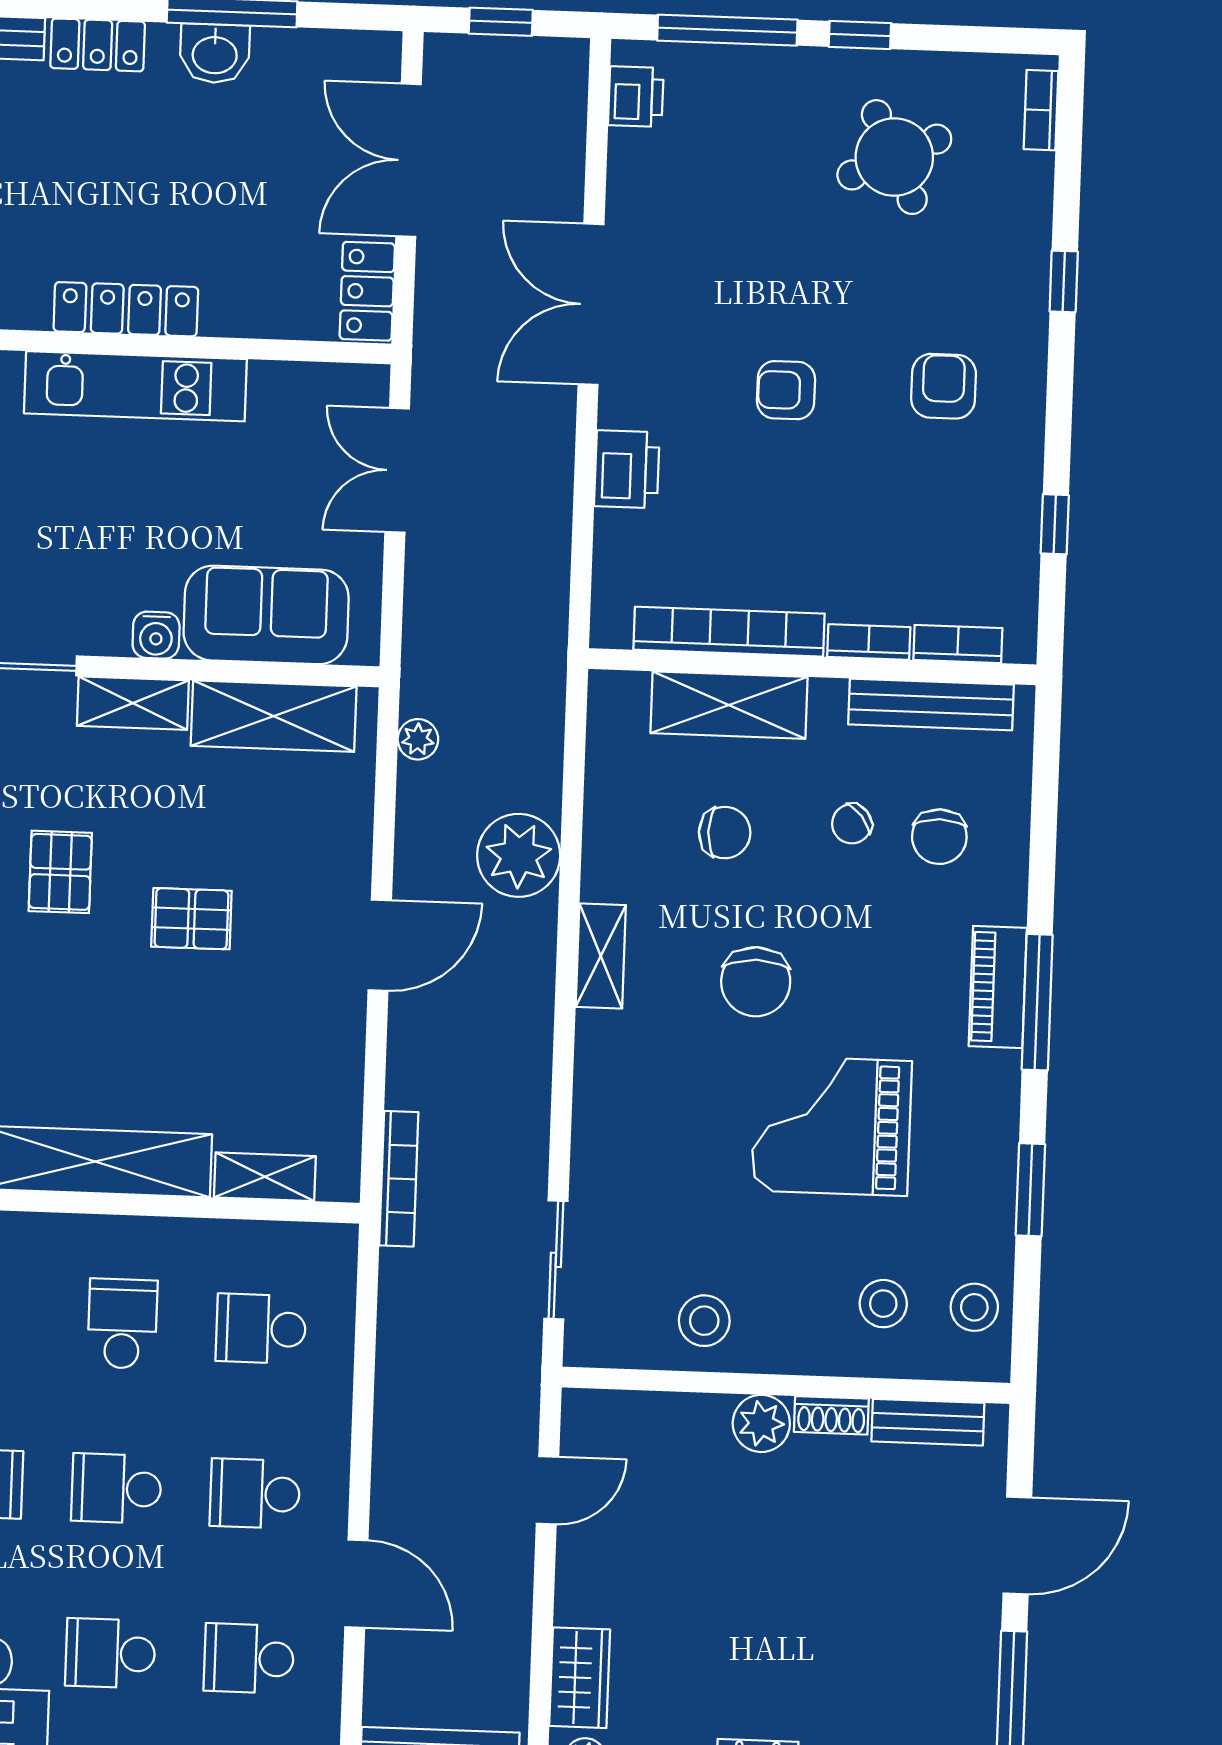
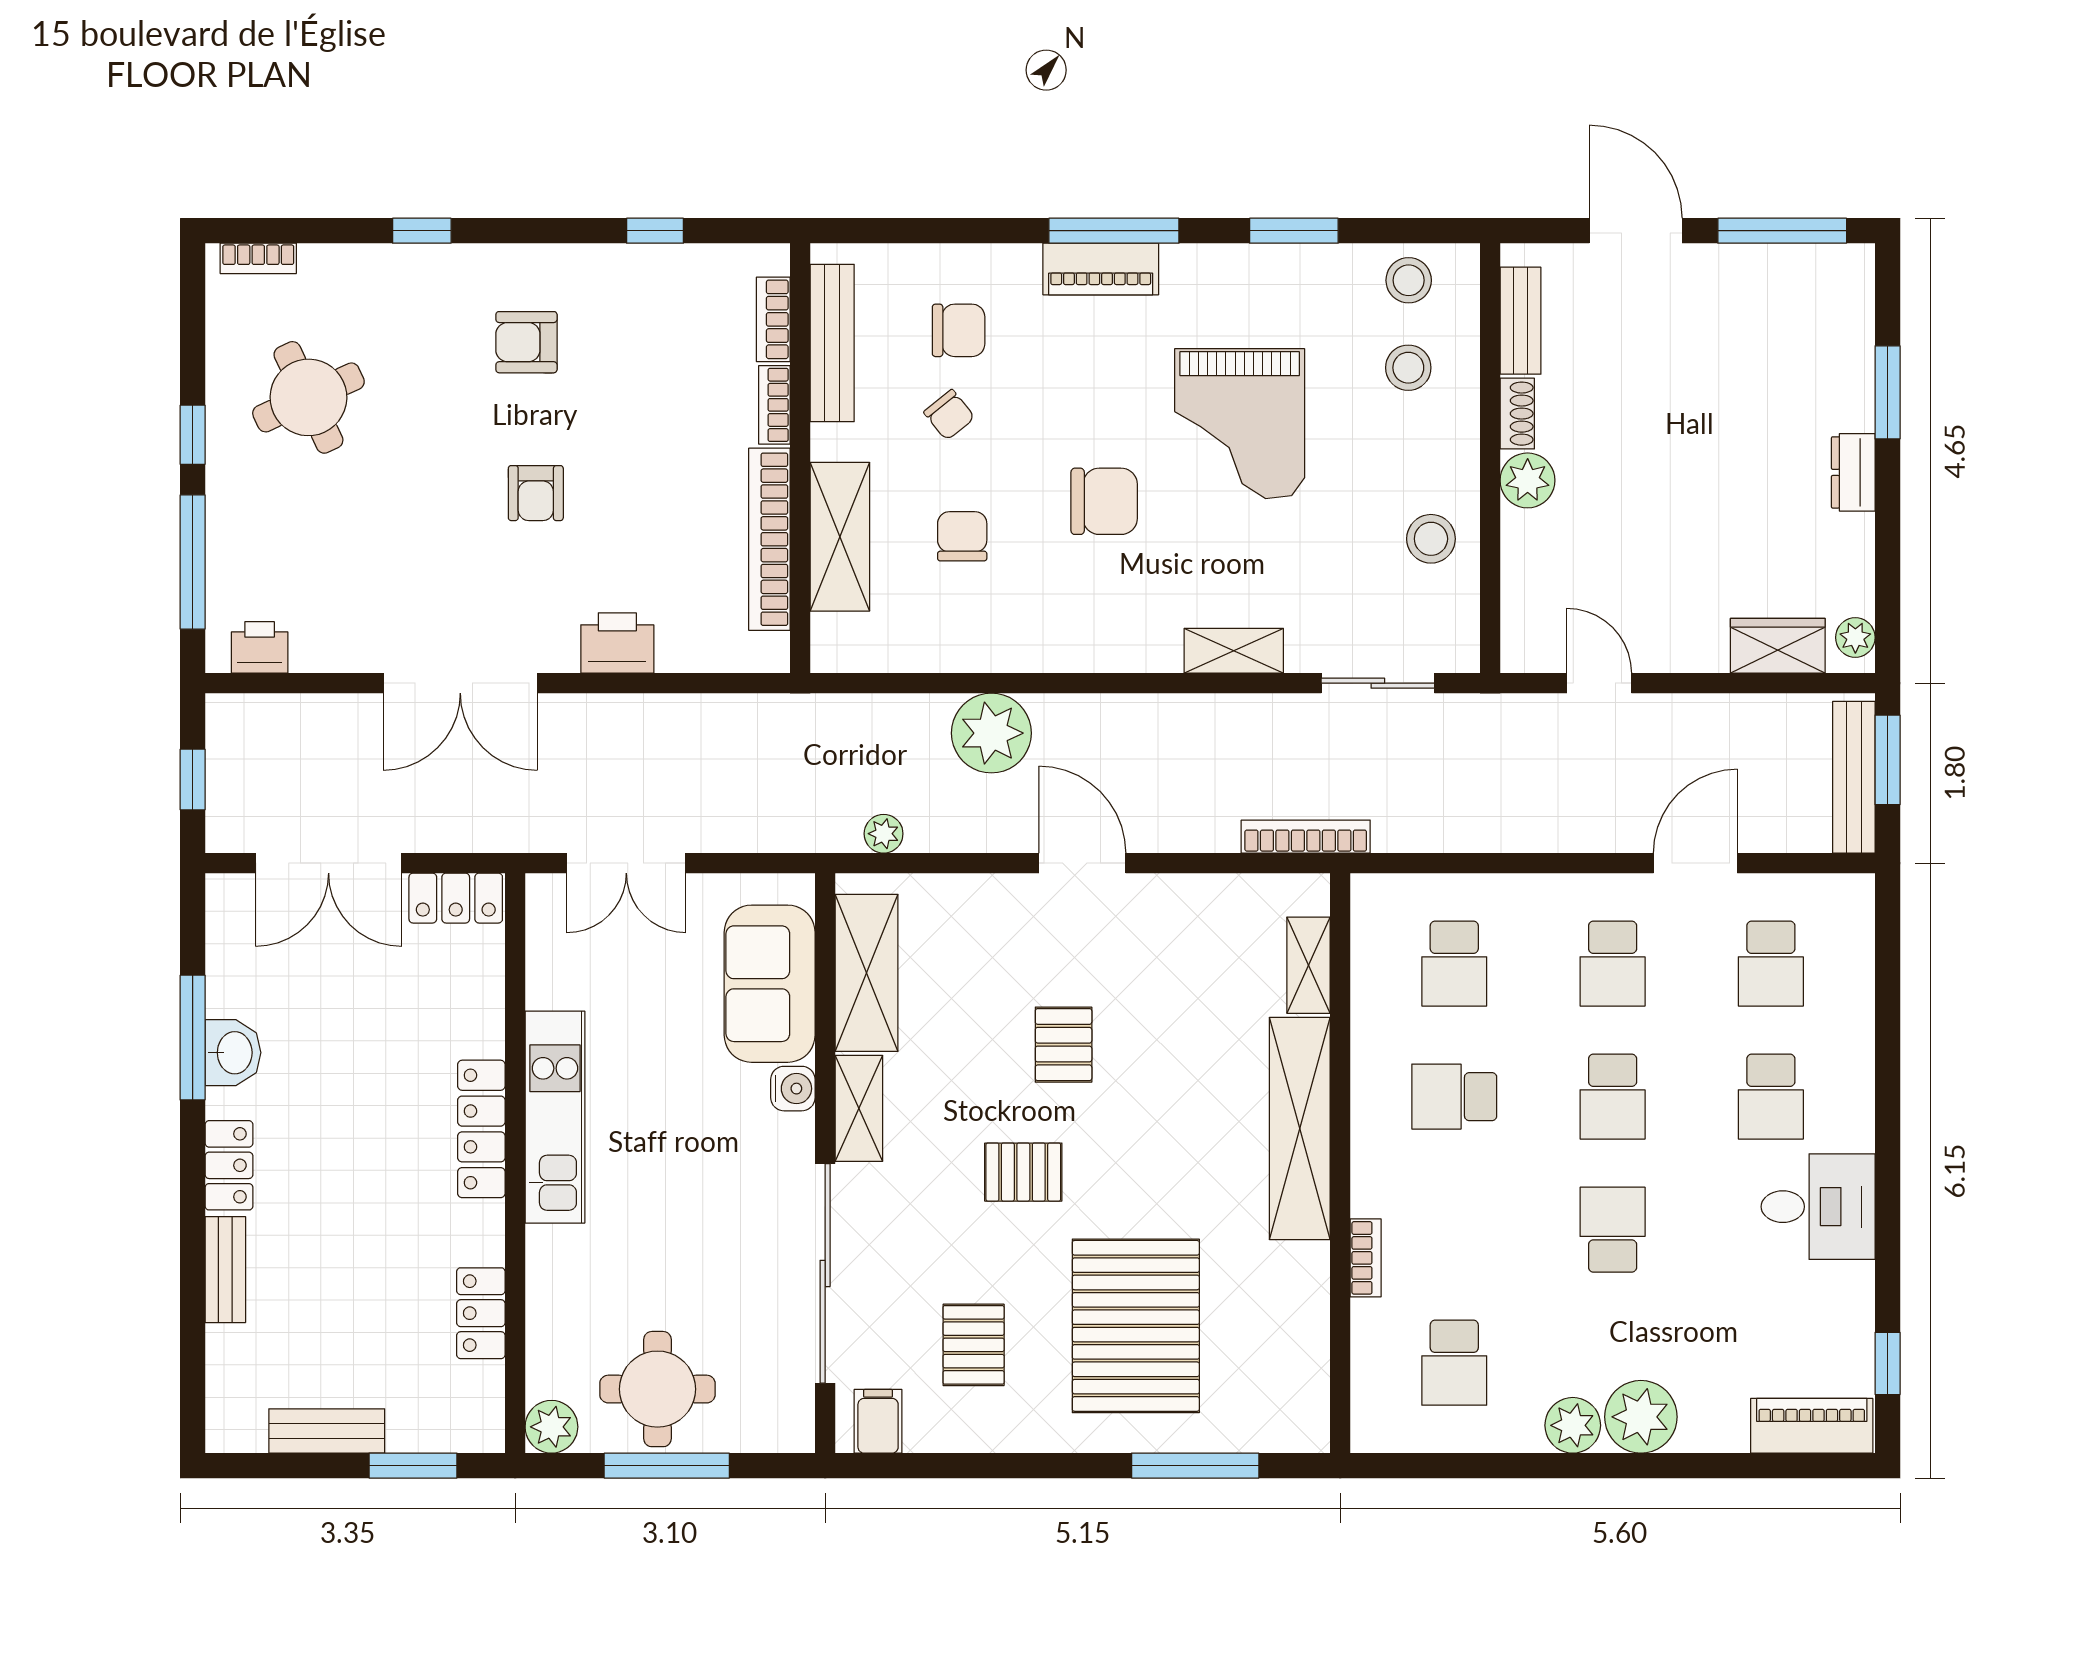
shelving: (601, 956) -> (1234, 651), moved

